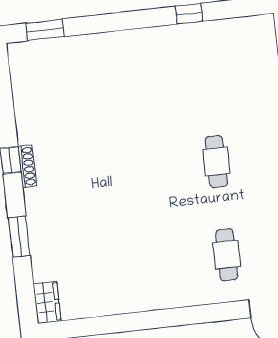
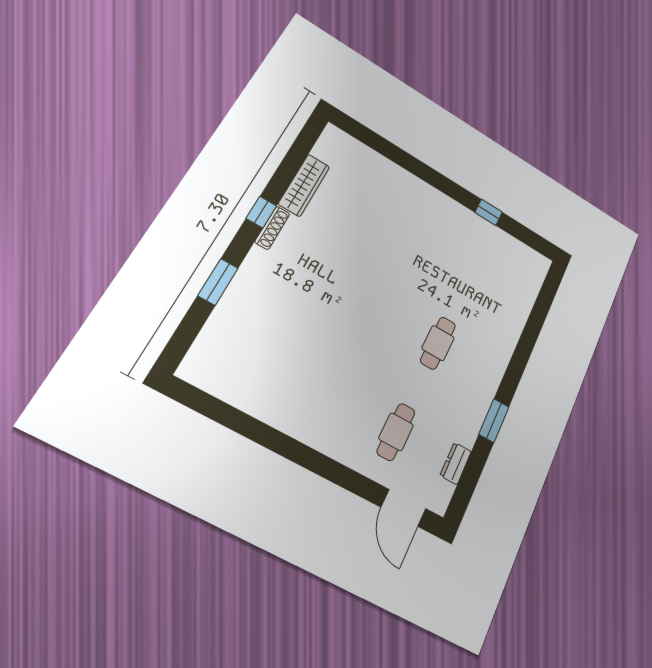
window: (45, 30) -> (368, 137), removed
wardrobe: (47, 302) -> (304, 185), moved, width x1.50

